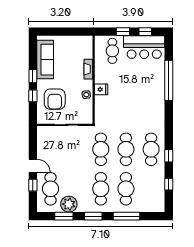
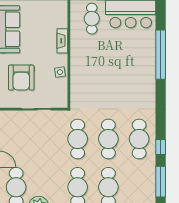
fridge: (101, 89) -> (78, 66), removed
window: (169, 184) -> (161, 182), width x2.17

